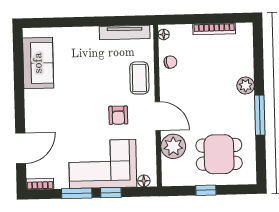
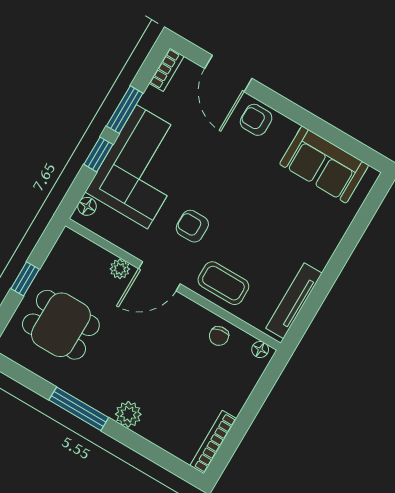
bookcase: (214, 29) -> (213, 442), moved
armchair: (37, 117) -> (256, 120), added
plant: (173, 146) -> (120, 269), width x0.53, depth x0.53
dining table: (219, 154) -> (61, 325), turned 90

